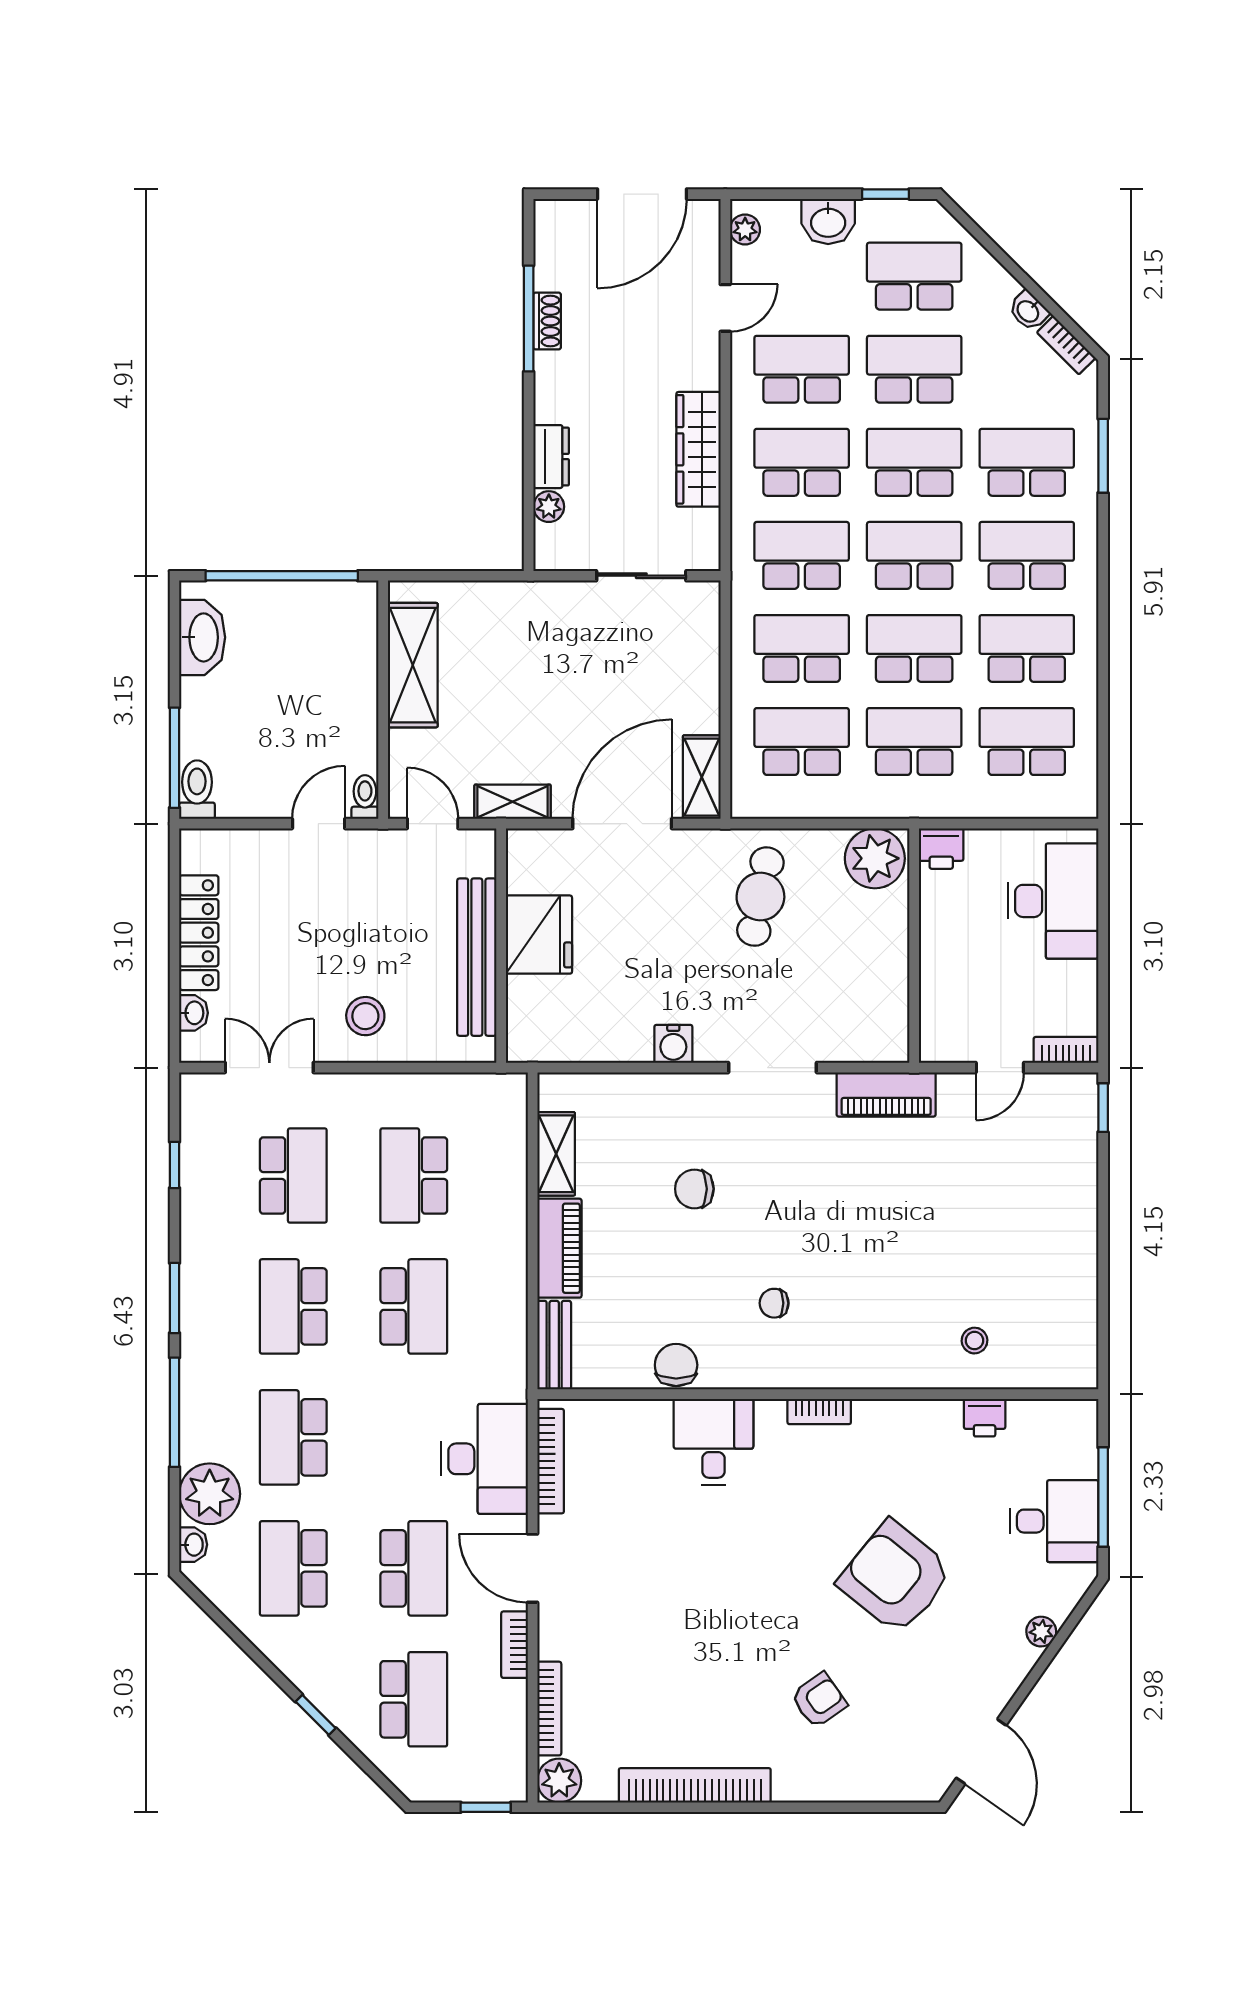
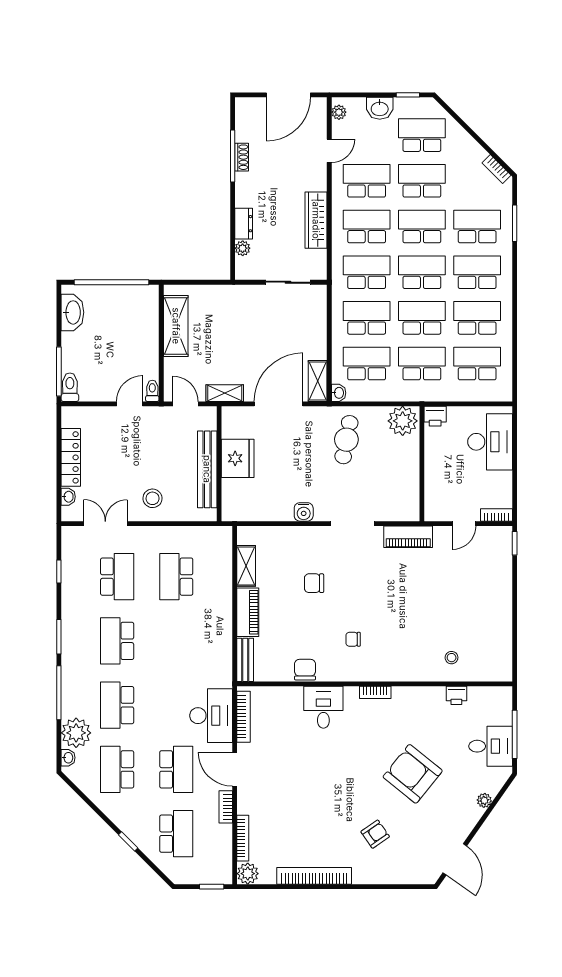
washbasin: (1028, 311) -> (339, 393), moved, turned -135
school desk: (414, 1306) -> (176, 641), removed

